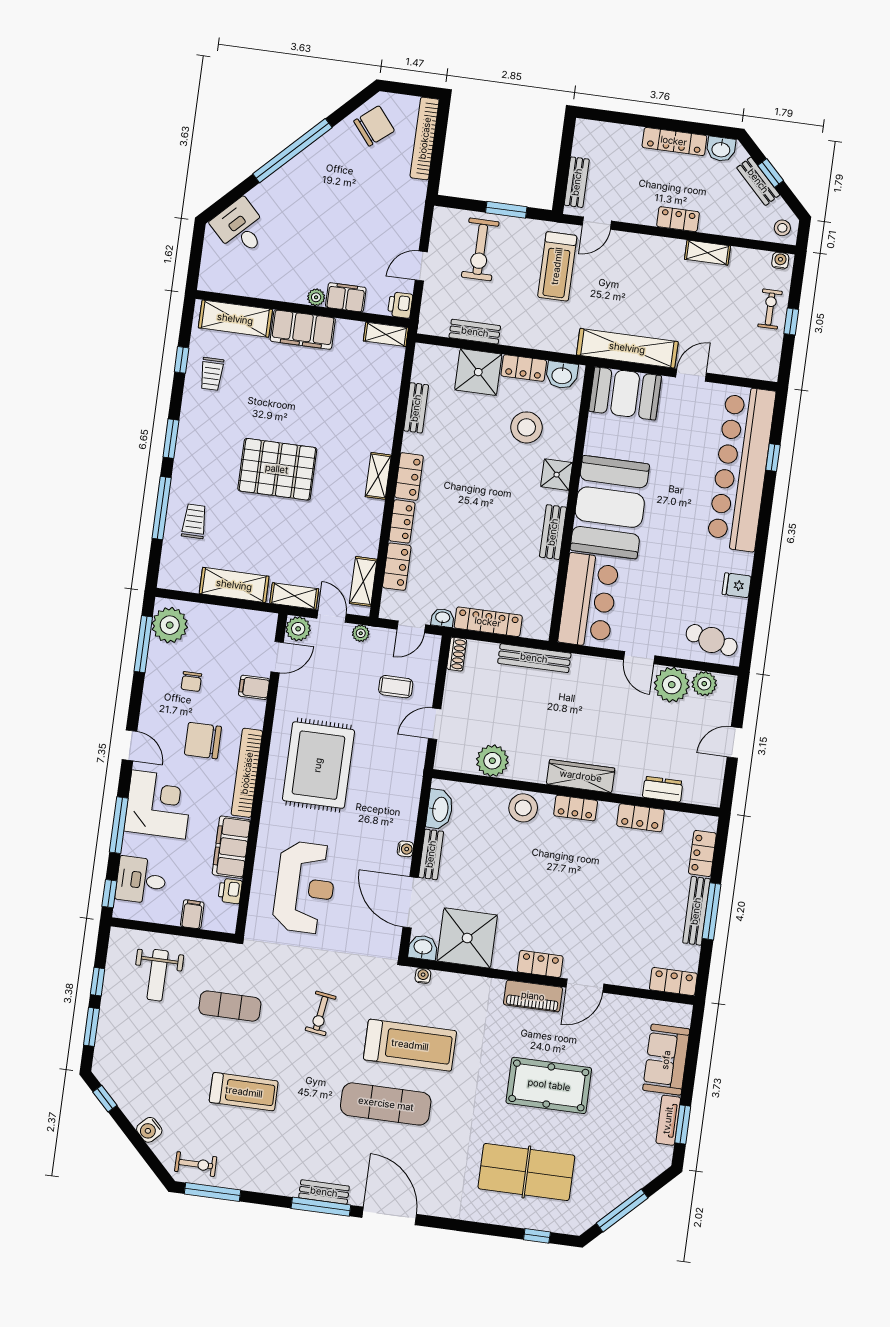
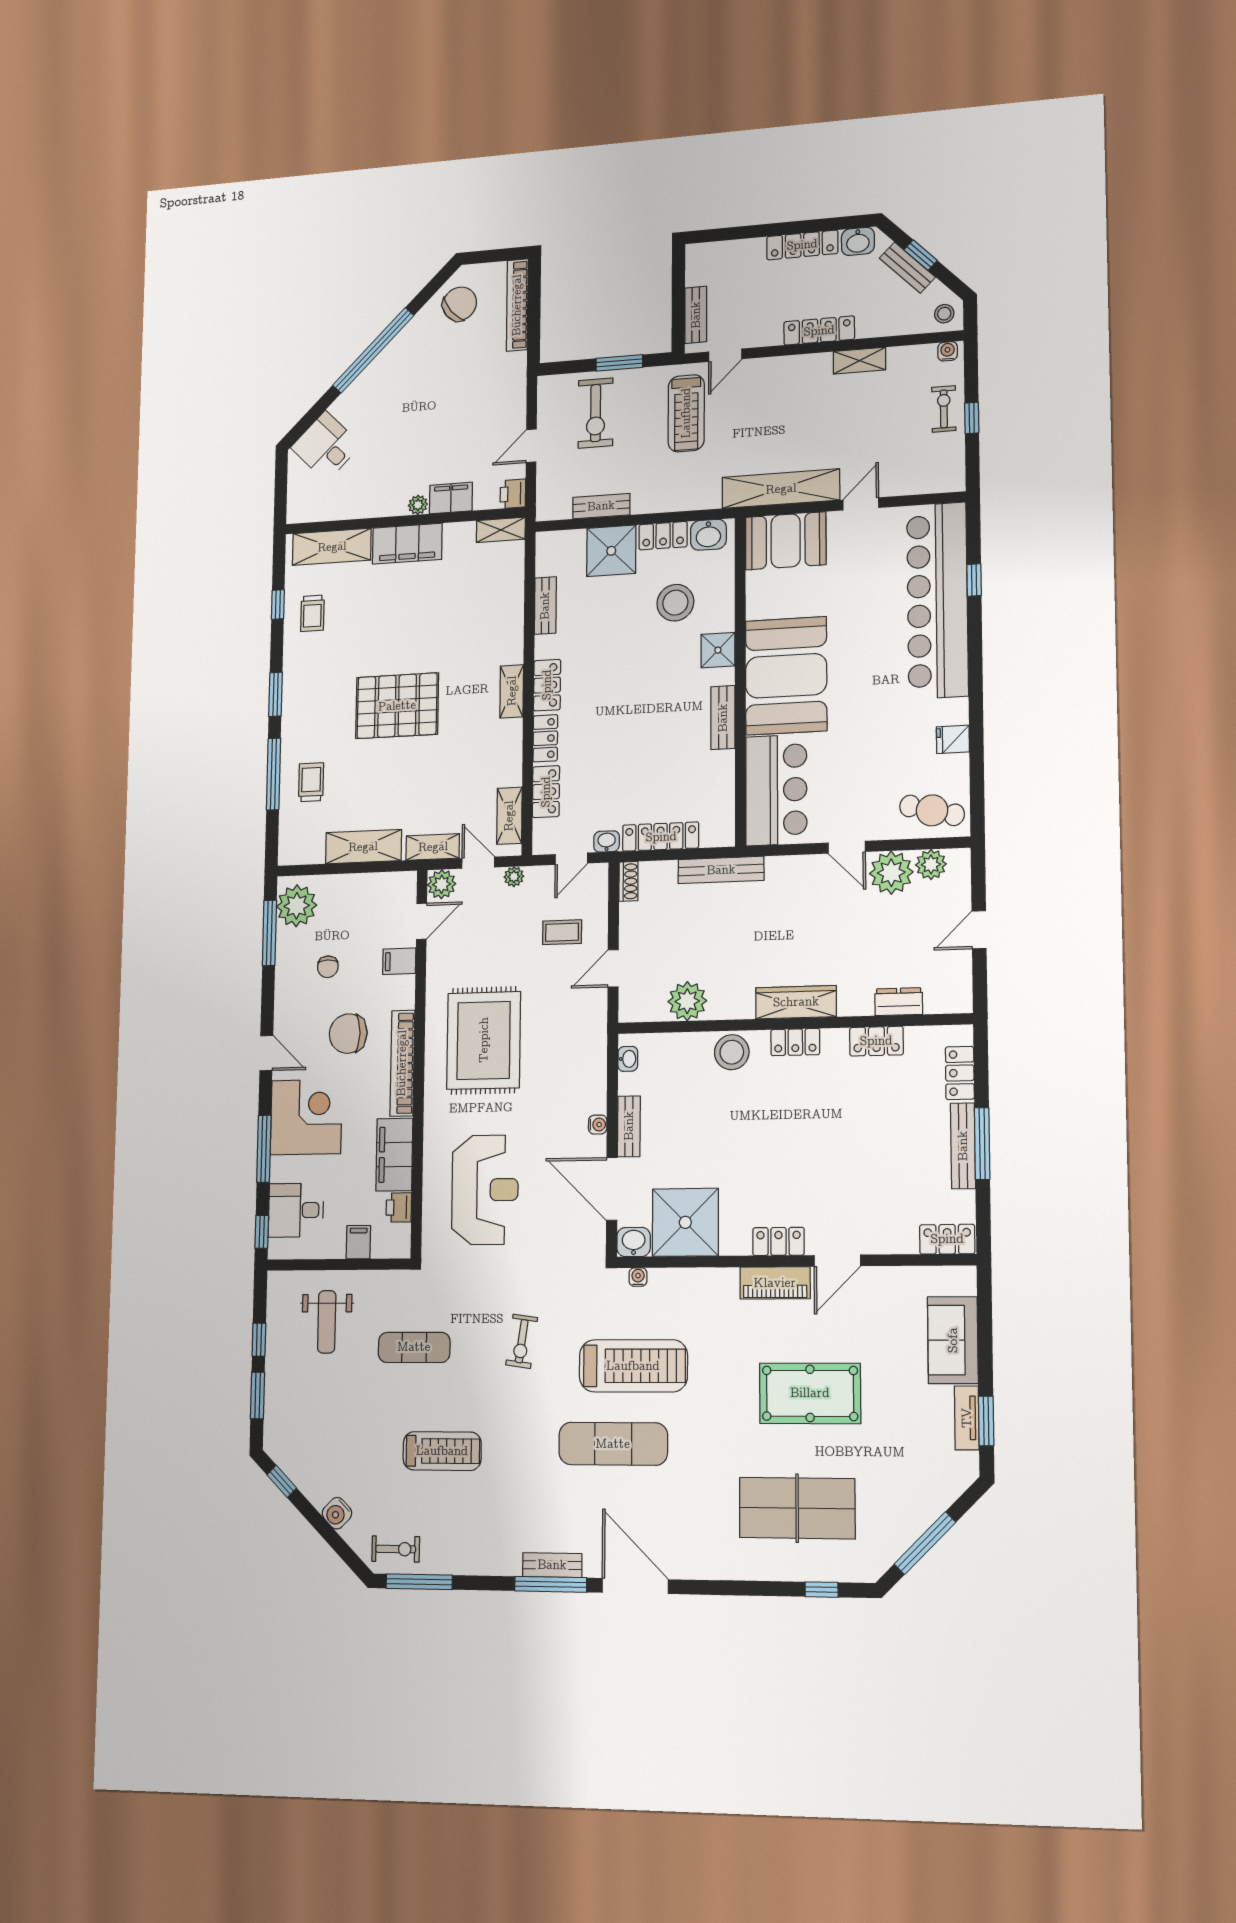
locker: (678, 219) -> (819, 331), width x1.53
washbasin: (440, 809) -> (628, 1059), width x0.52, depth x0.69

